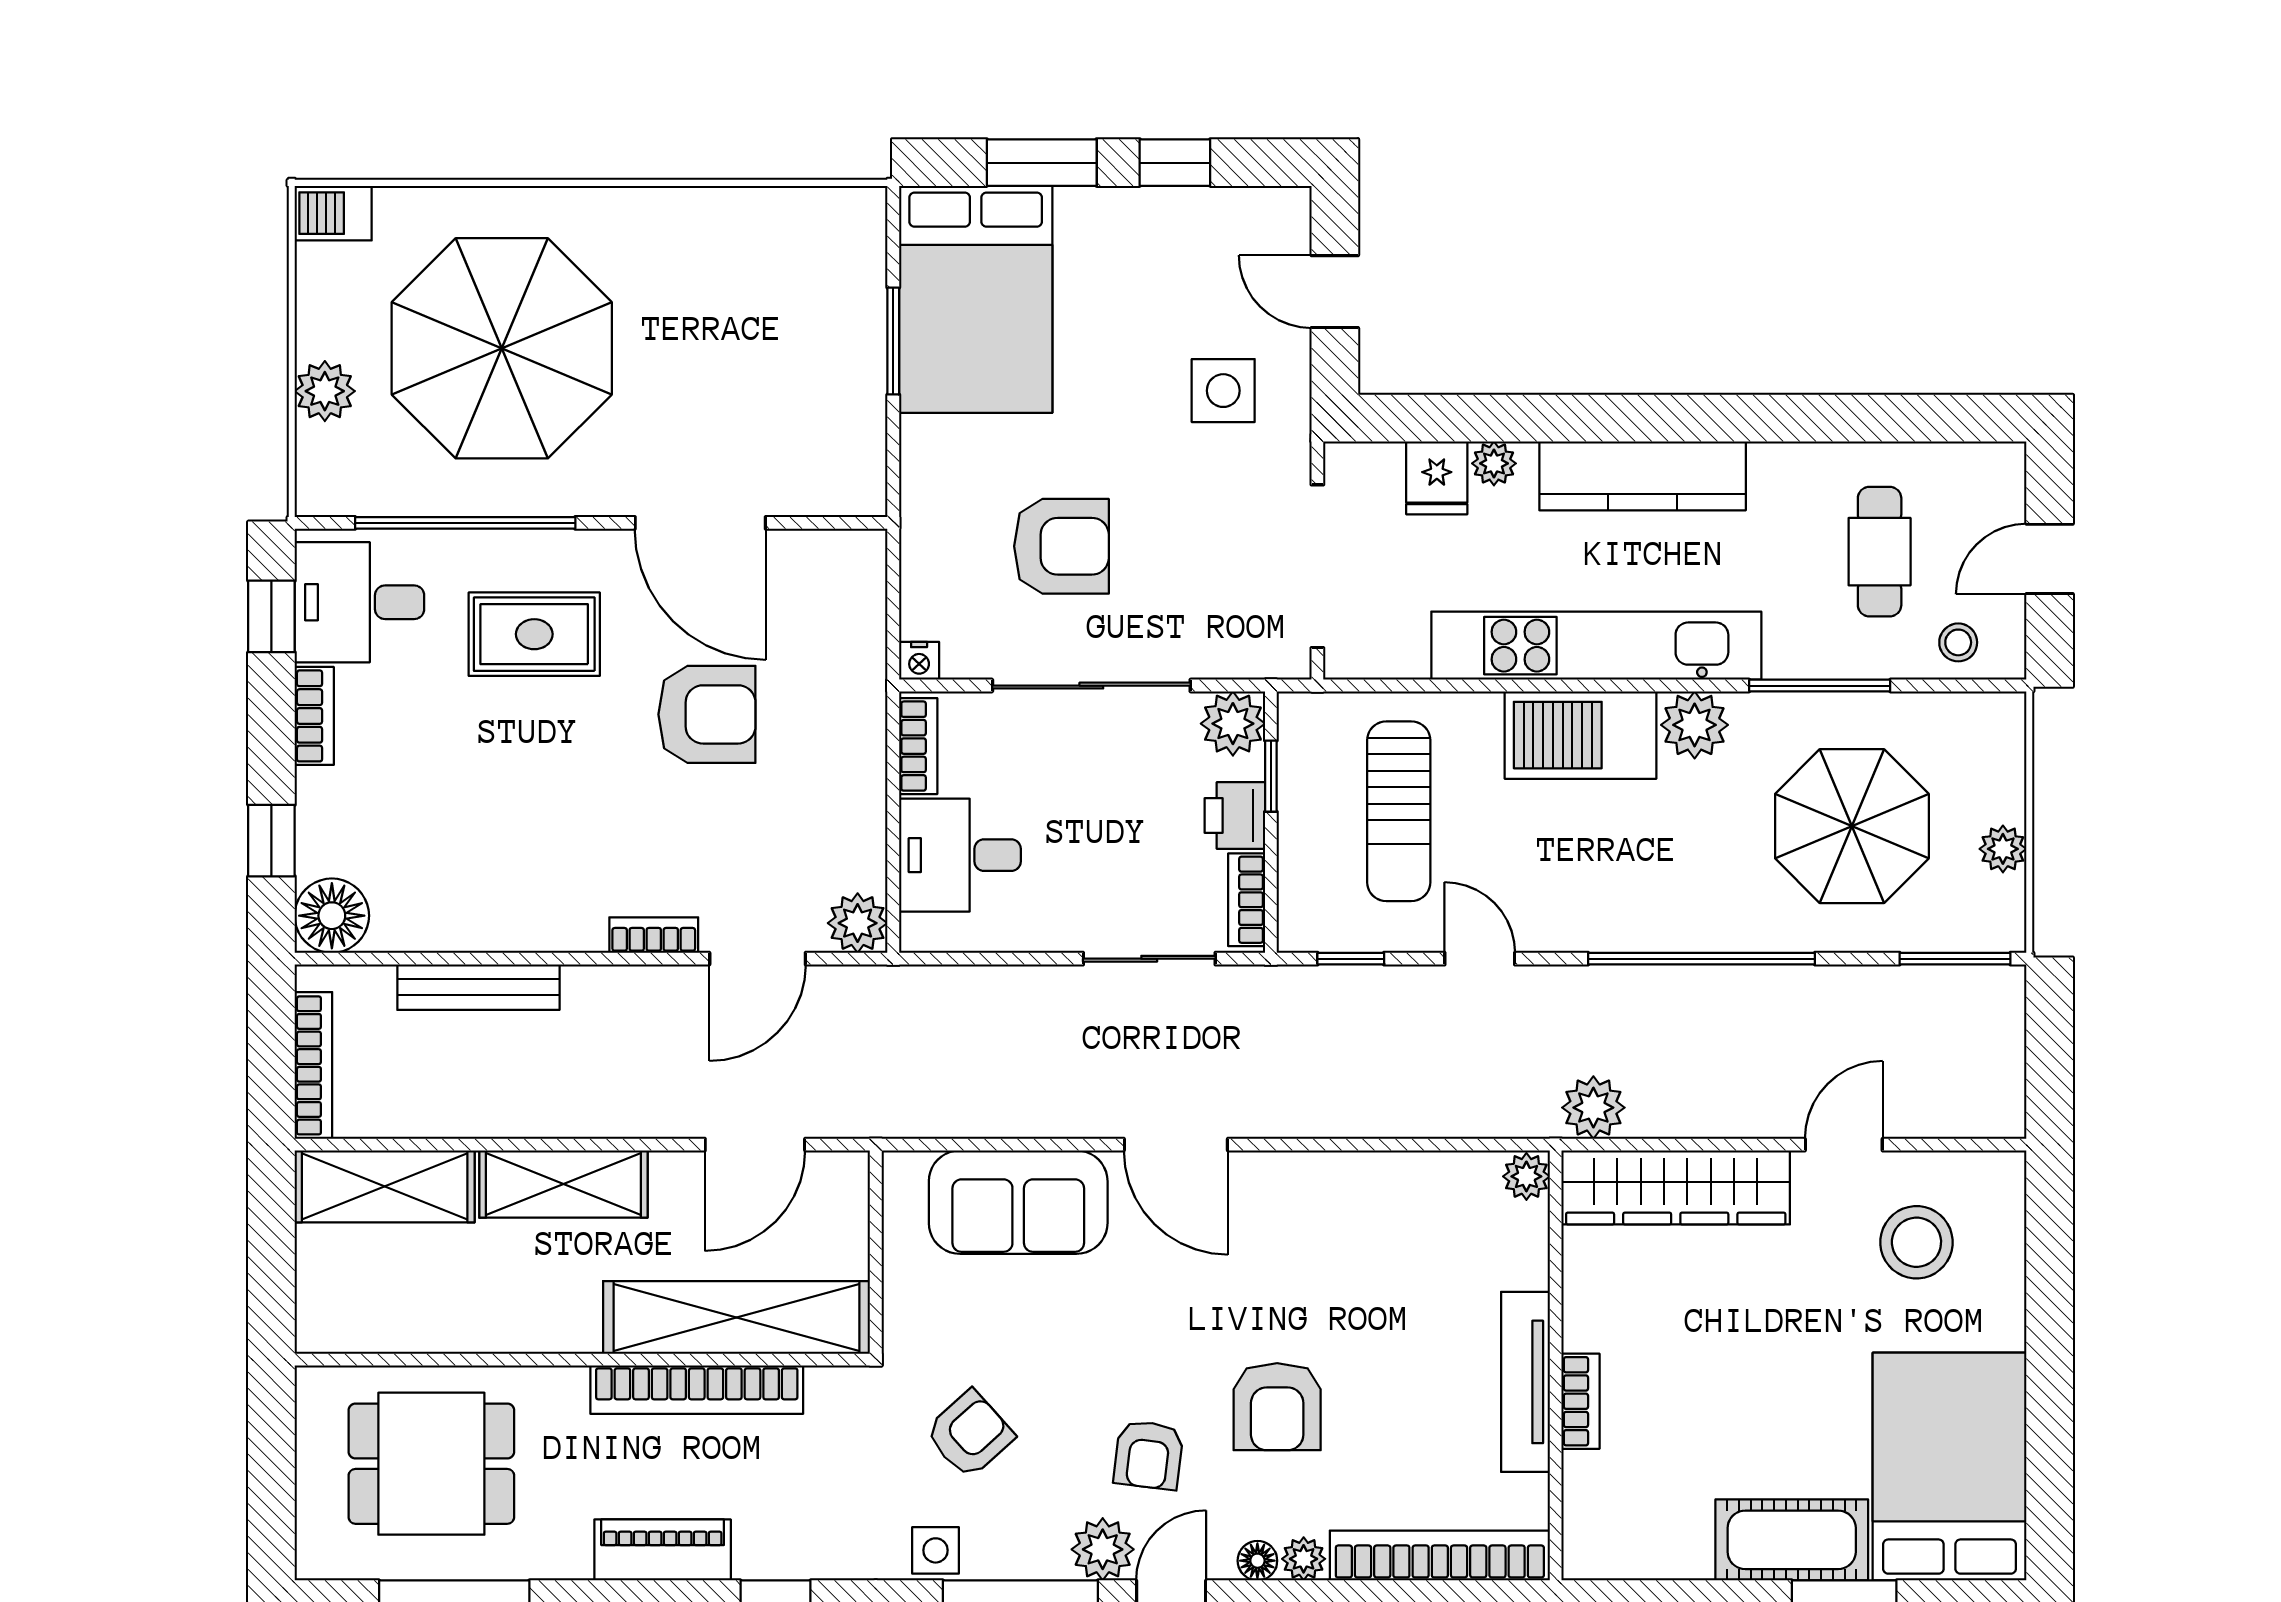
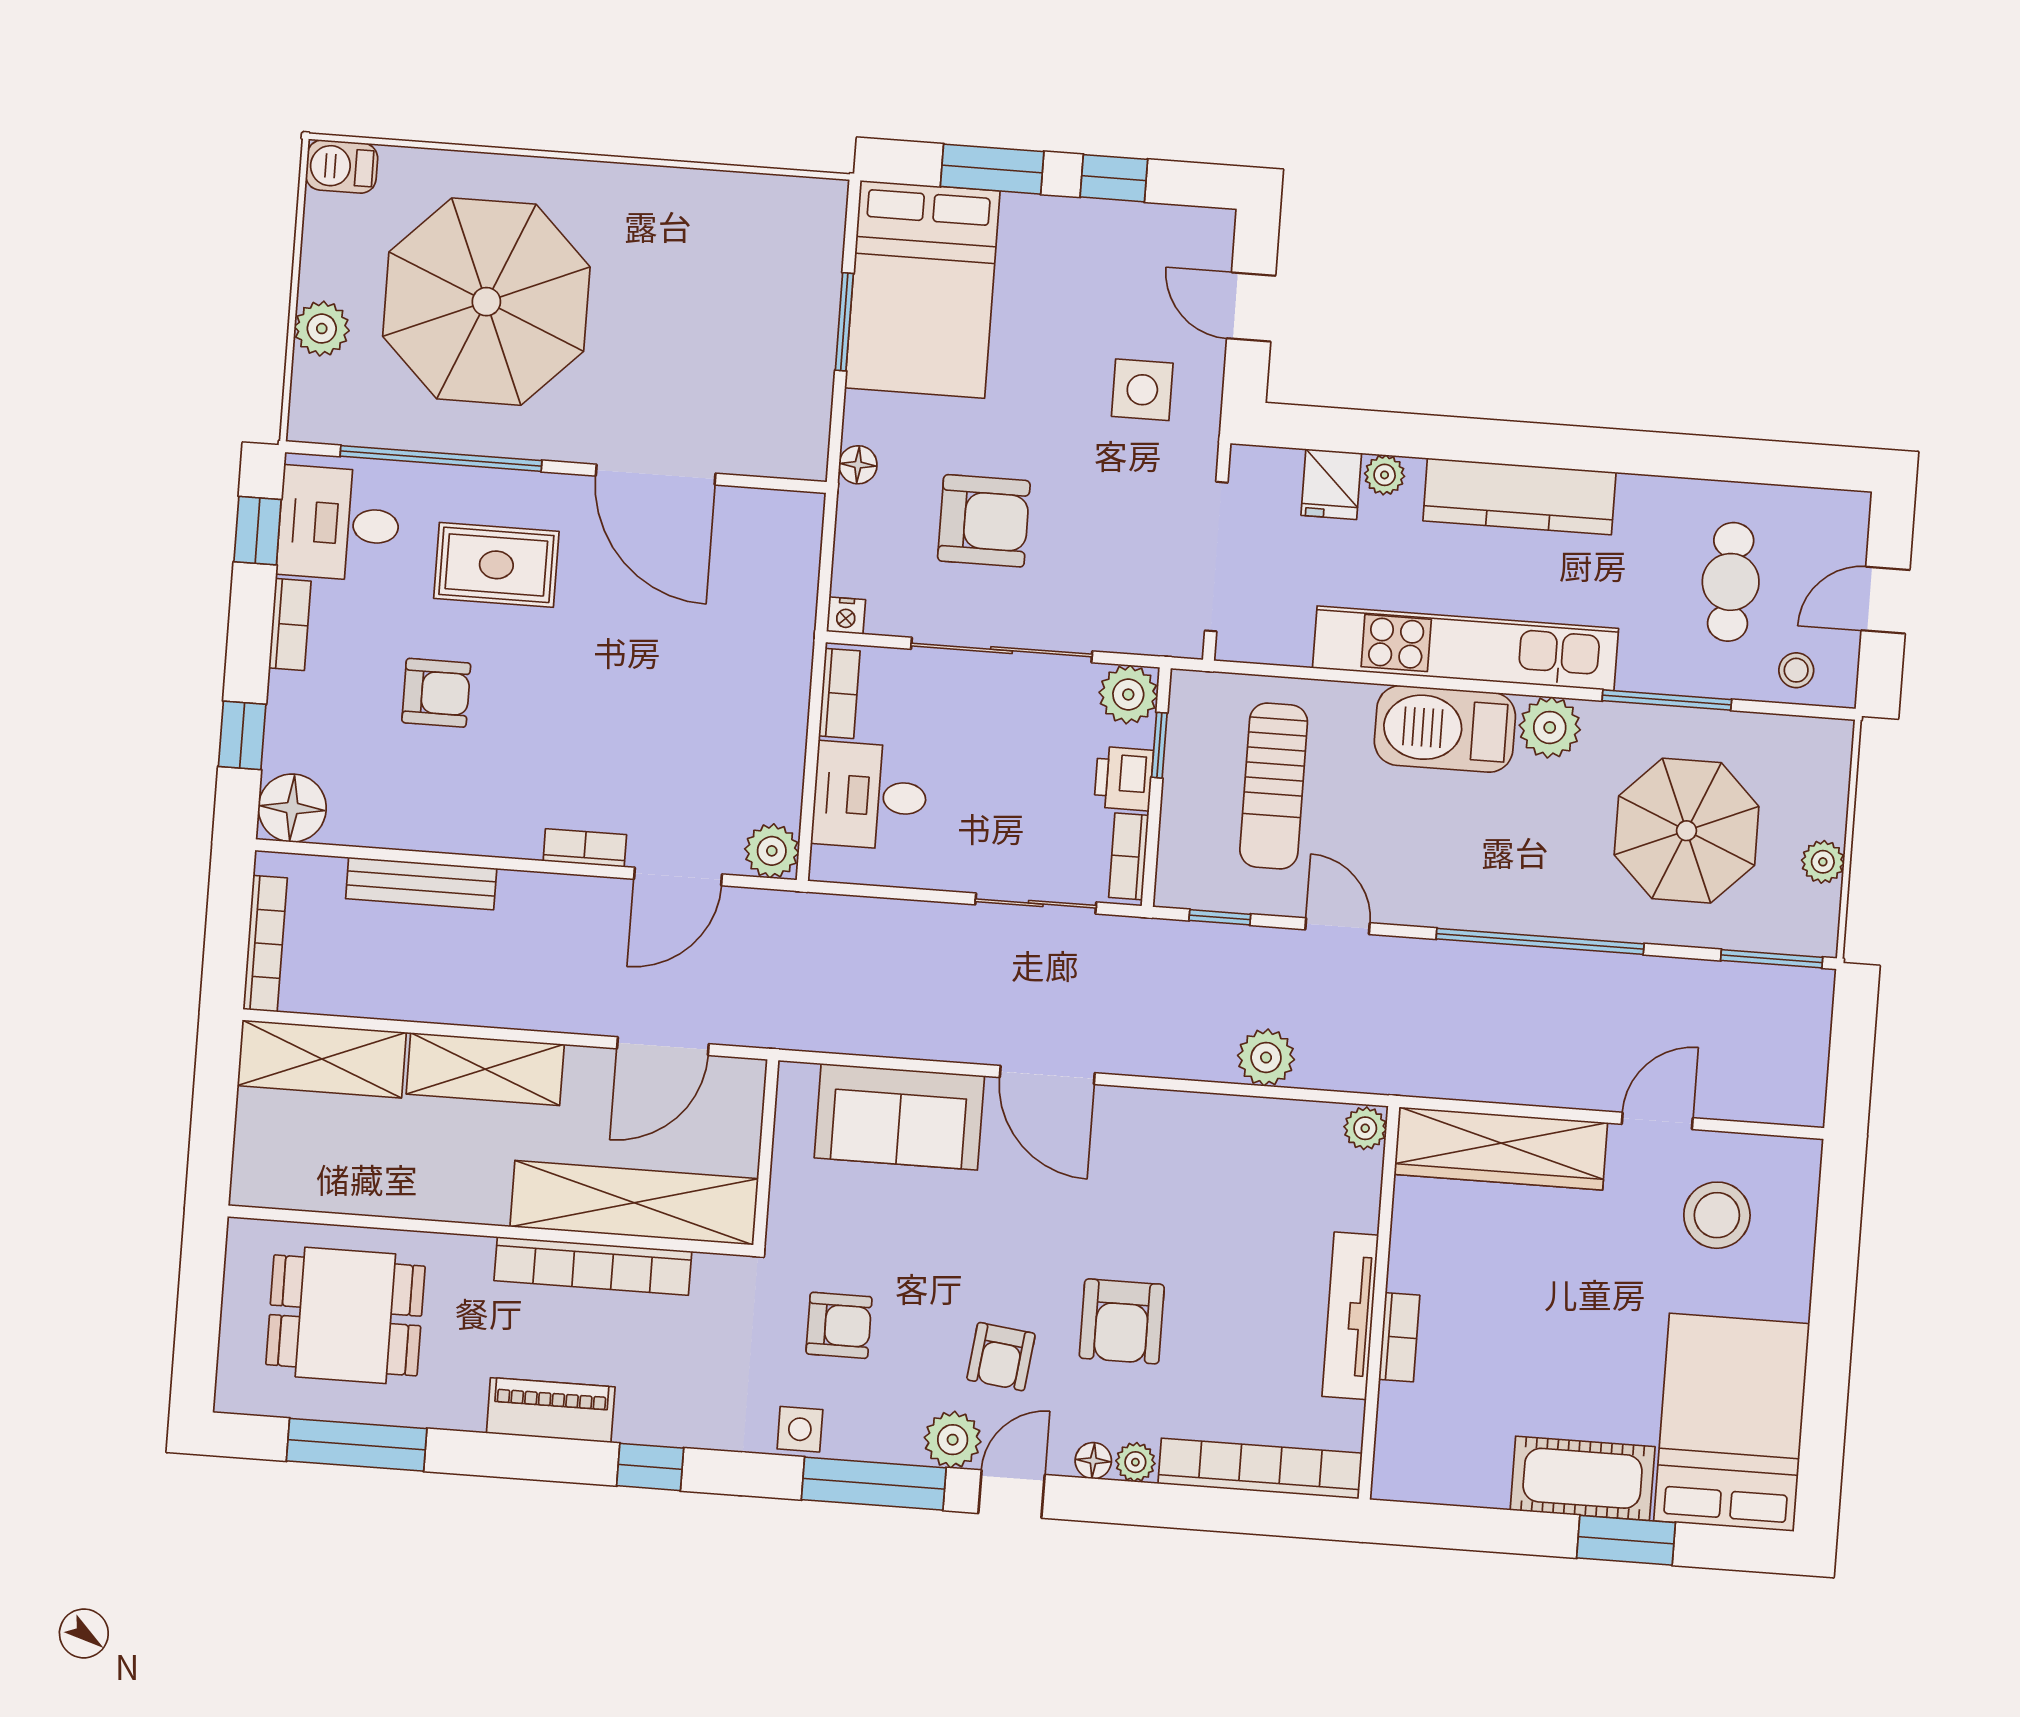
floor lamp: (920, 496) -> (858, 465), added
armchair: (707, 714) -> (436, 693), moved, width x0.72, depth x0.72
plant: (1593, 1108) -> (1266, 1057), moved
armchair: (970, 1434) -> (839, 1325), turned 42

